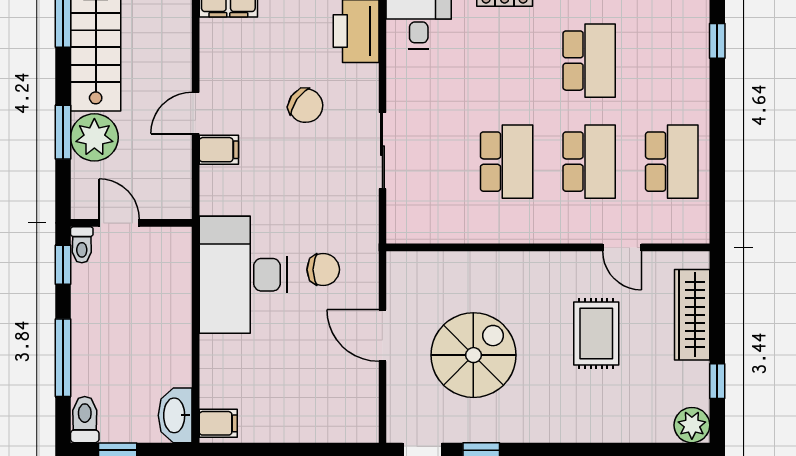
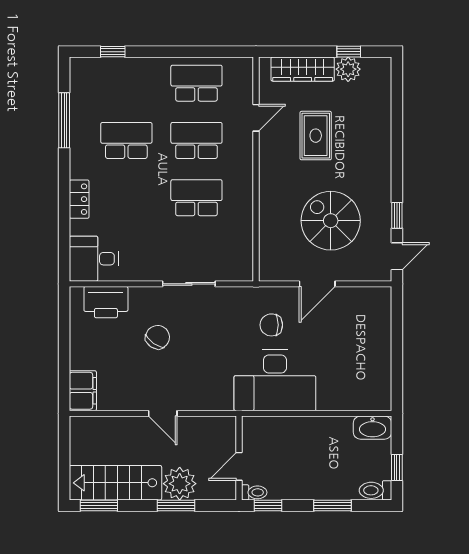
filing cabinet: (219, 150) -> (188, 397), removed
chair: (323, 270) -> (271, 325), turned -90
rug: (596, 333) -> (316, 136), turned 90
window: (63, 358) -> (333, 505), width x0.69
filing cabinet: (218, 423) -> (378, 398), removed
plant: (692, 425) -> (348, 69), moved

